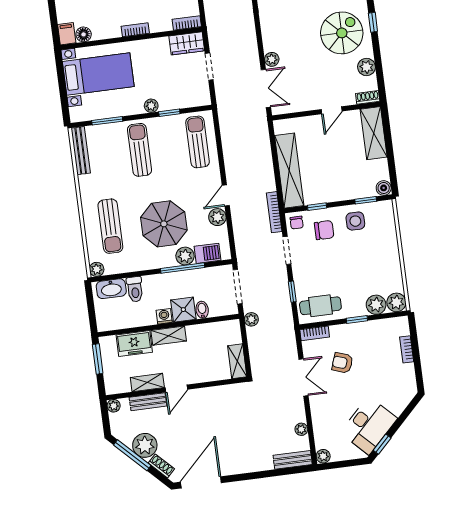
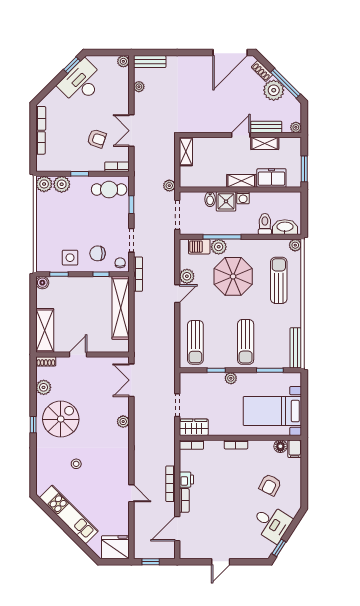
spiral stairs: (342, 33) -> (61, 419), turned 180
plant: (272, 59) -> (123, 422), moved
bookcase: (410, 378) -> (41, 118), added

